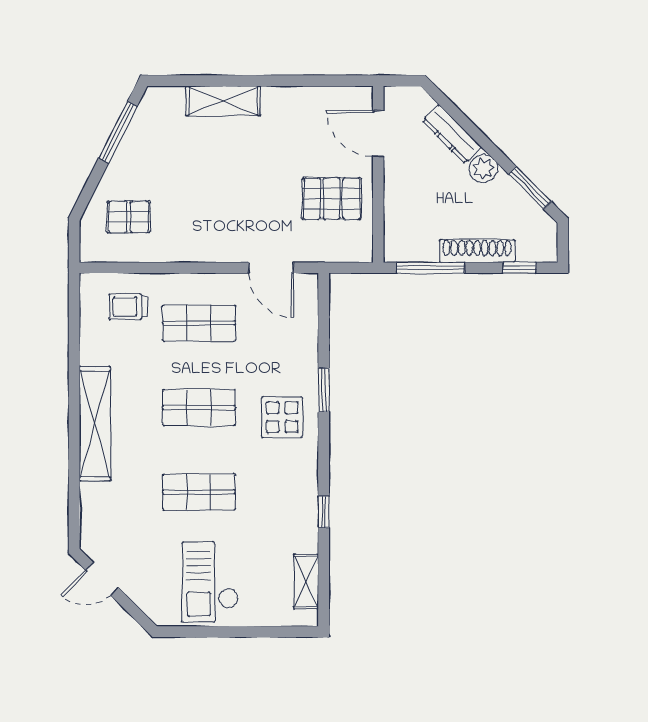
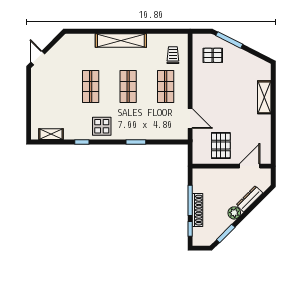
window: (118, 132) -> (229, 40), moved
pallet: (129, 217) -> (213, 55), turned 90
door: (271, 268) -> (190, 119), swing flipped
window: (430, 268) -> (190, 200), moved
display table: (282, 417) -> (102, 126), moved
door: (102, 579) -> (38, 58), moved
checkout: (210, 582) -> (51, 92), removed

